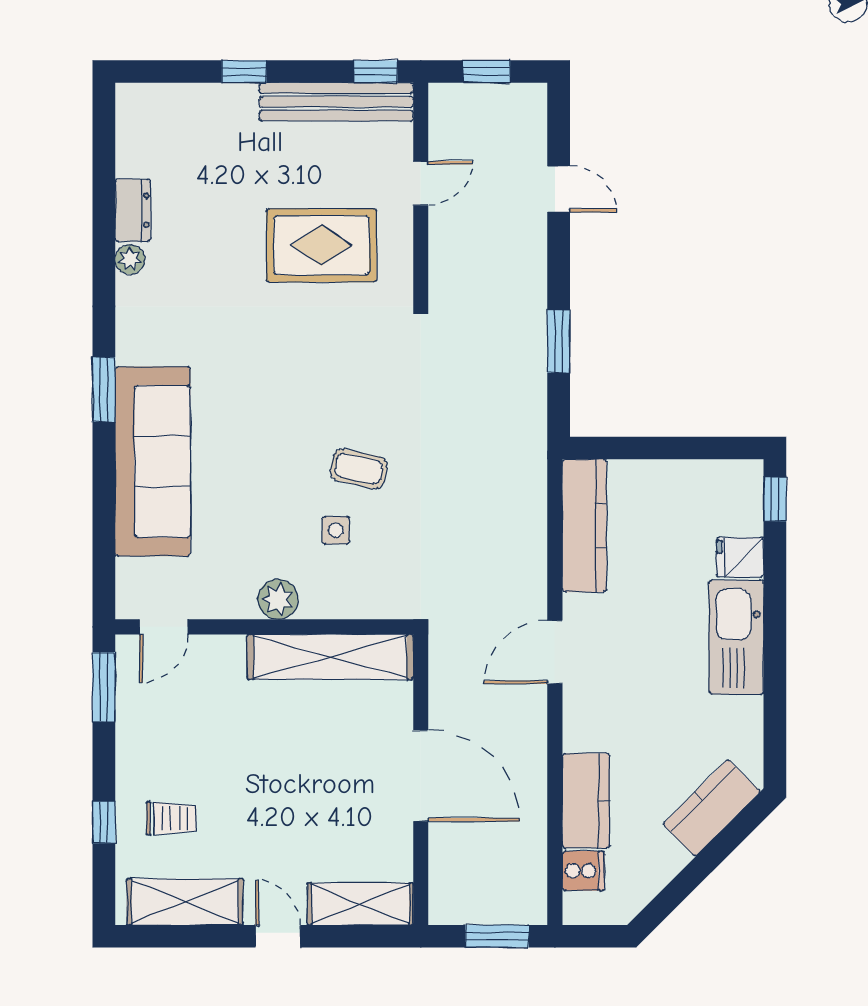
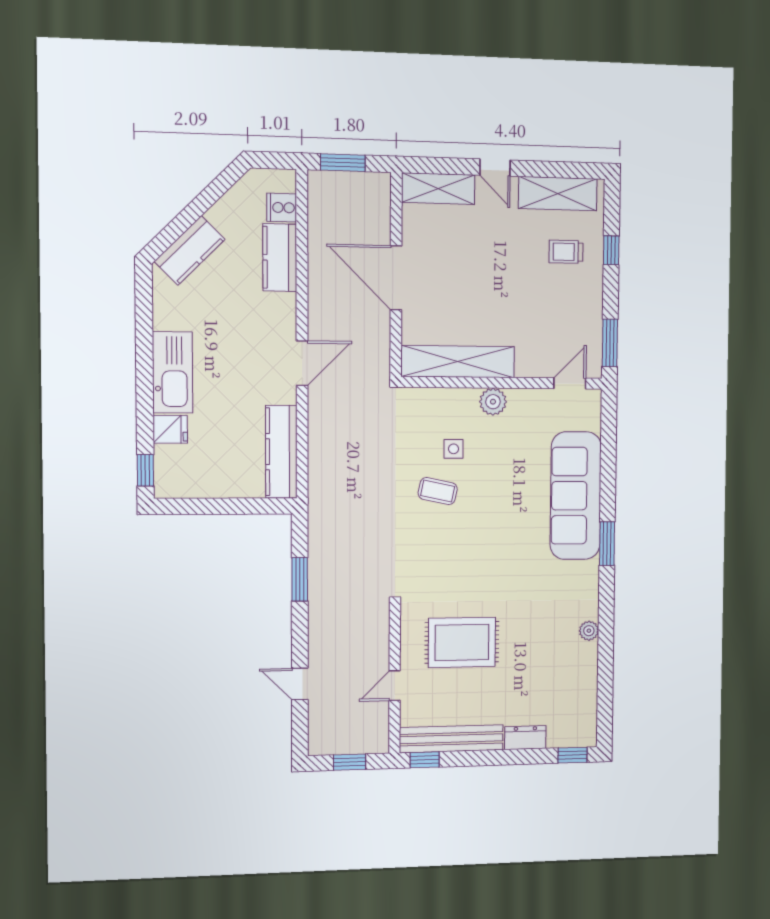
window: (244, 71) -> (572, 755), moved
dresser: (133, 210) -> (525, 738), moved, turned 90

